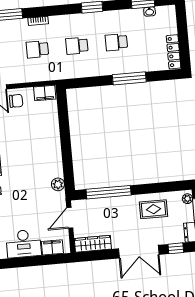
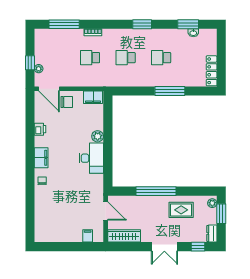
plant: (58, 184) -> (98, 136), moved
window: (109, 192) -> (156, 191), moved
door: (70, 218) -> (106, 211), swing flipped
desk: (24, 244) -> (91, 158), moved, turned -90
filing cabinet: (52, 247) -> (88, 236), width x0.50
double door: (139, 252) -> (164, 247), width x0.73

